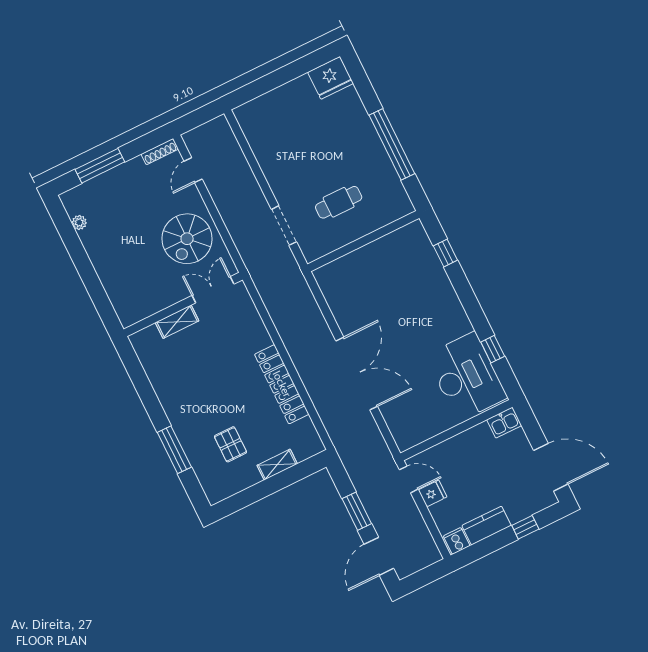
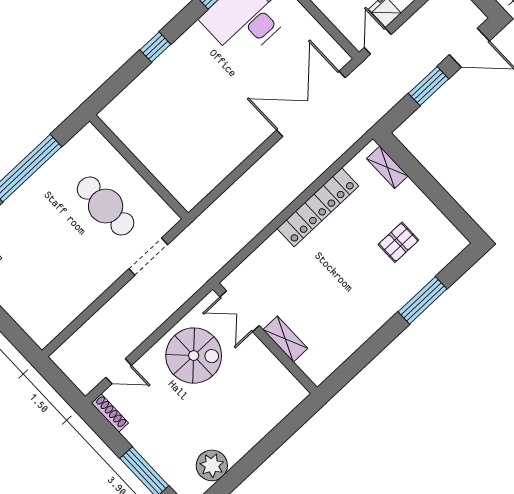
cafe table: (339, 202) -> (106, 206), width x1.37, depth x1.35
plant: (79, 222) -> (212, 465), width x1.87, depth x1.87
window: (445, 253) -> (155, 47), moved
double door: (357, 374) -> (311, 104), moved
shelving: (277, 465) -> (387, 167), moved

